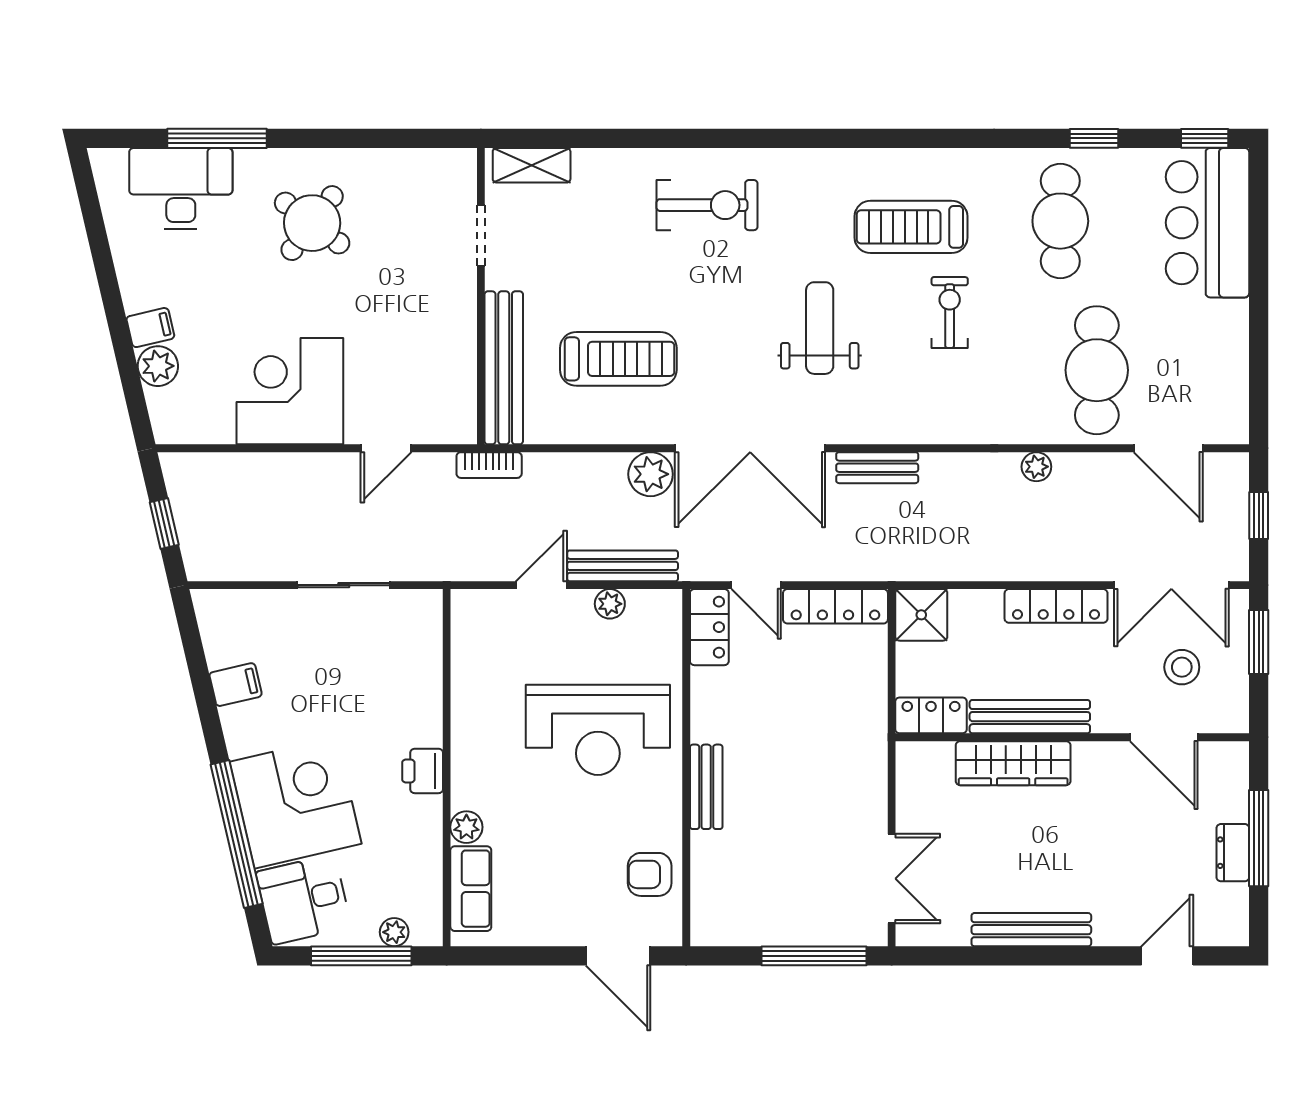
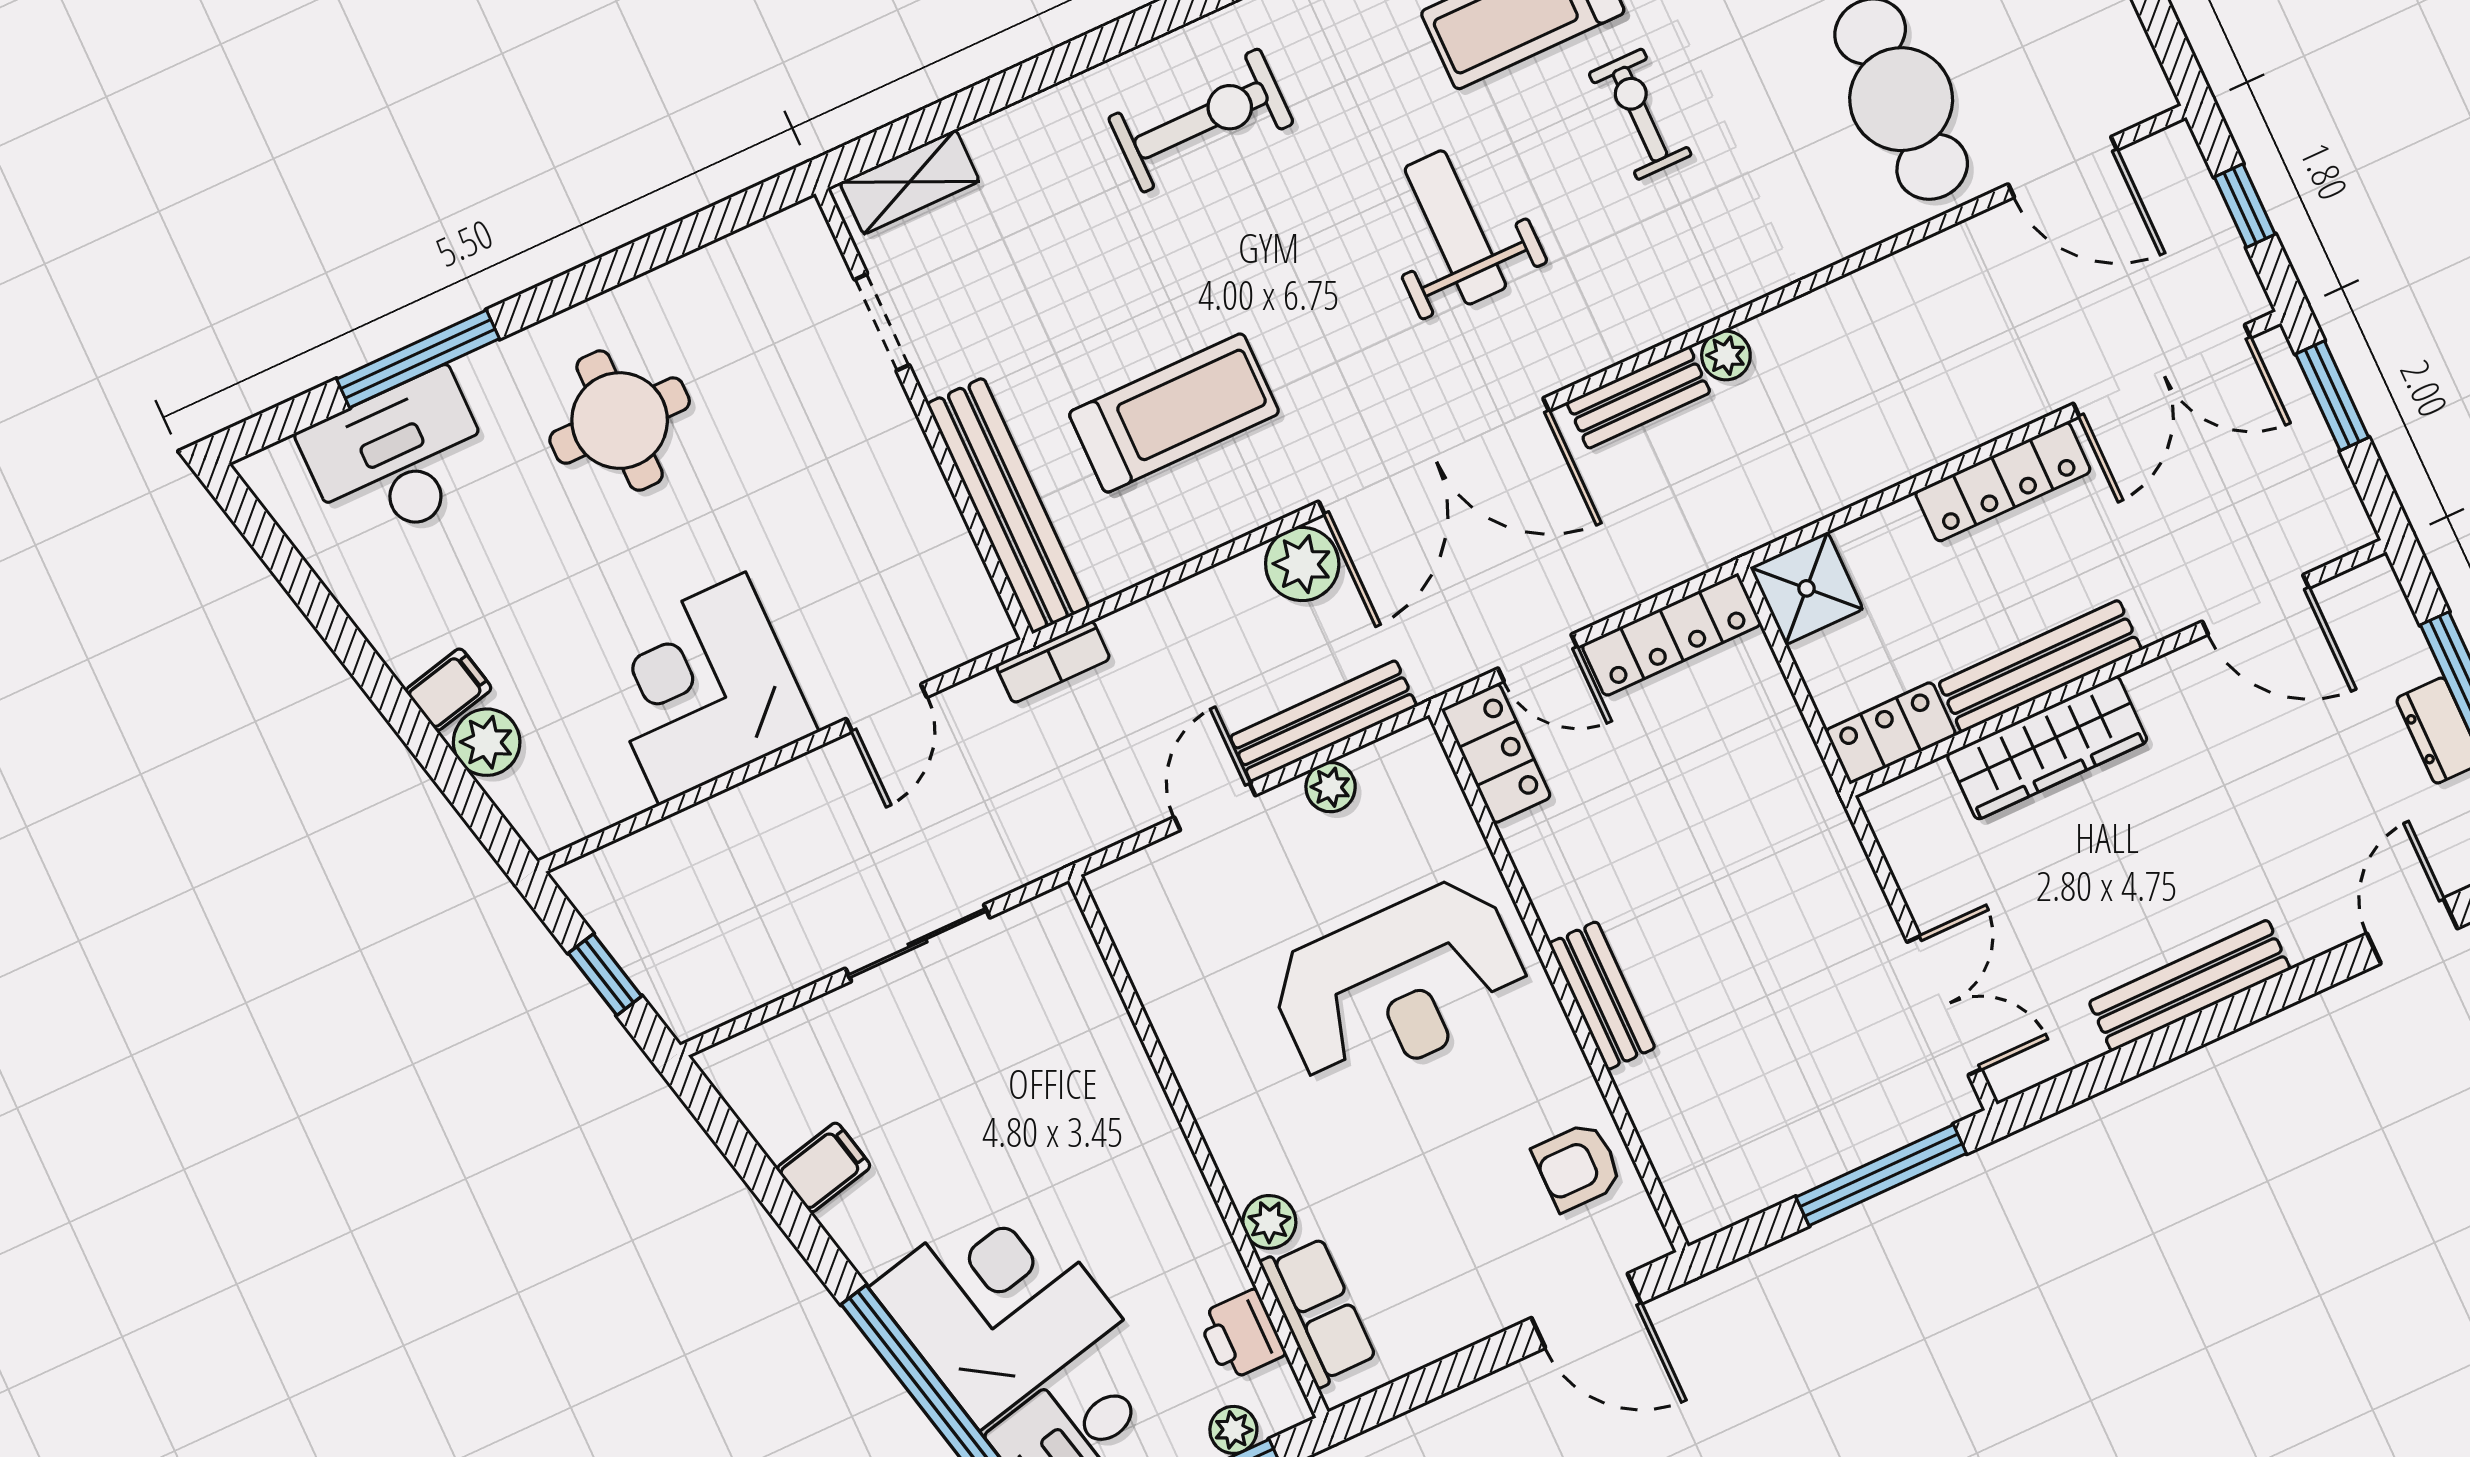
round table: (312, 223) -> (620, 421), turned -37
plant: (1036, 467) -> (1726, 356), moved
stool: (1182, 667) -> (2234, 487), removed
printer: (423, 771) -> (1241, 1335), moved

